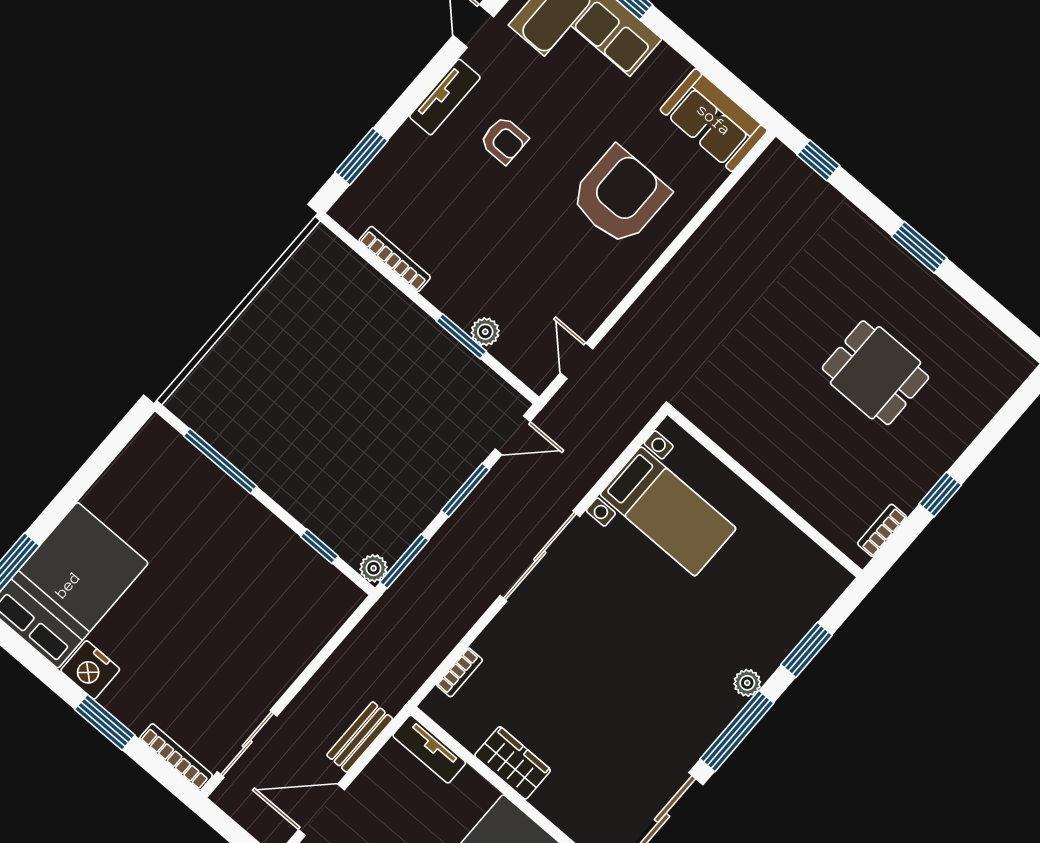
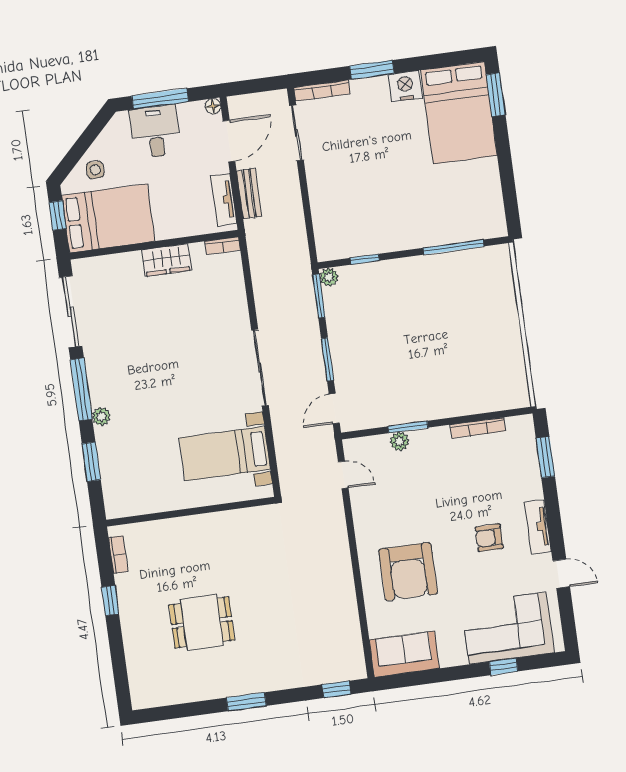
bookcase: (459, 672) -> (223, 246), moved, turned -90
tv unit: (429, 749) -> (224, 200), moved, turned -90

